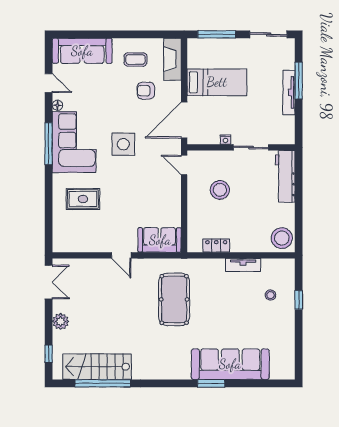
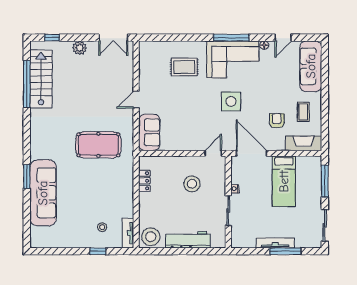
workbench: (285, 176) -> (188, 240), moved
rug: (83, 199) -> (184, 67), turned 90
tv unit: (243, 265) -> (128, 233), moved

